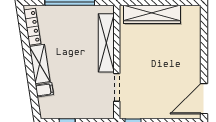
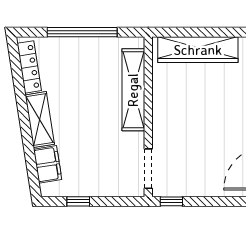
doorway: (117, 87) -> (148, 169), moved
filing cabinet: (44, 90) -> (48, 164), width x2.00

